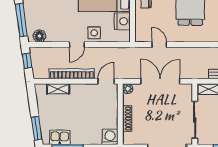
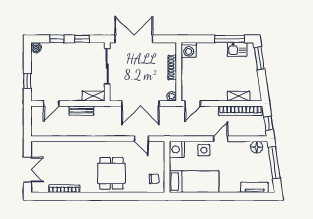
nightstand: (122, 21) -> (177, 149), moved
bookcase: (72, 74) -> (240, 111), moved

